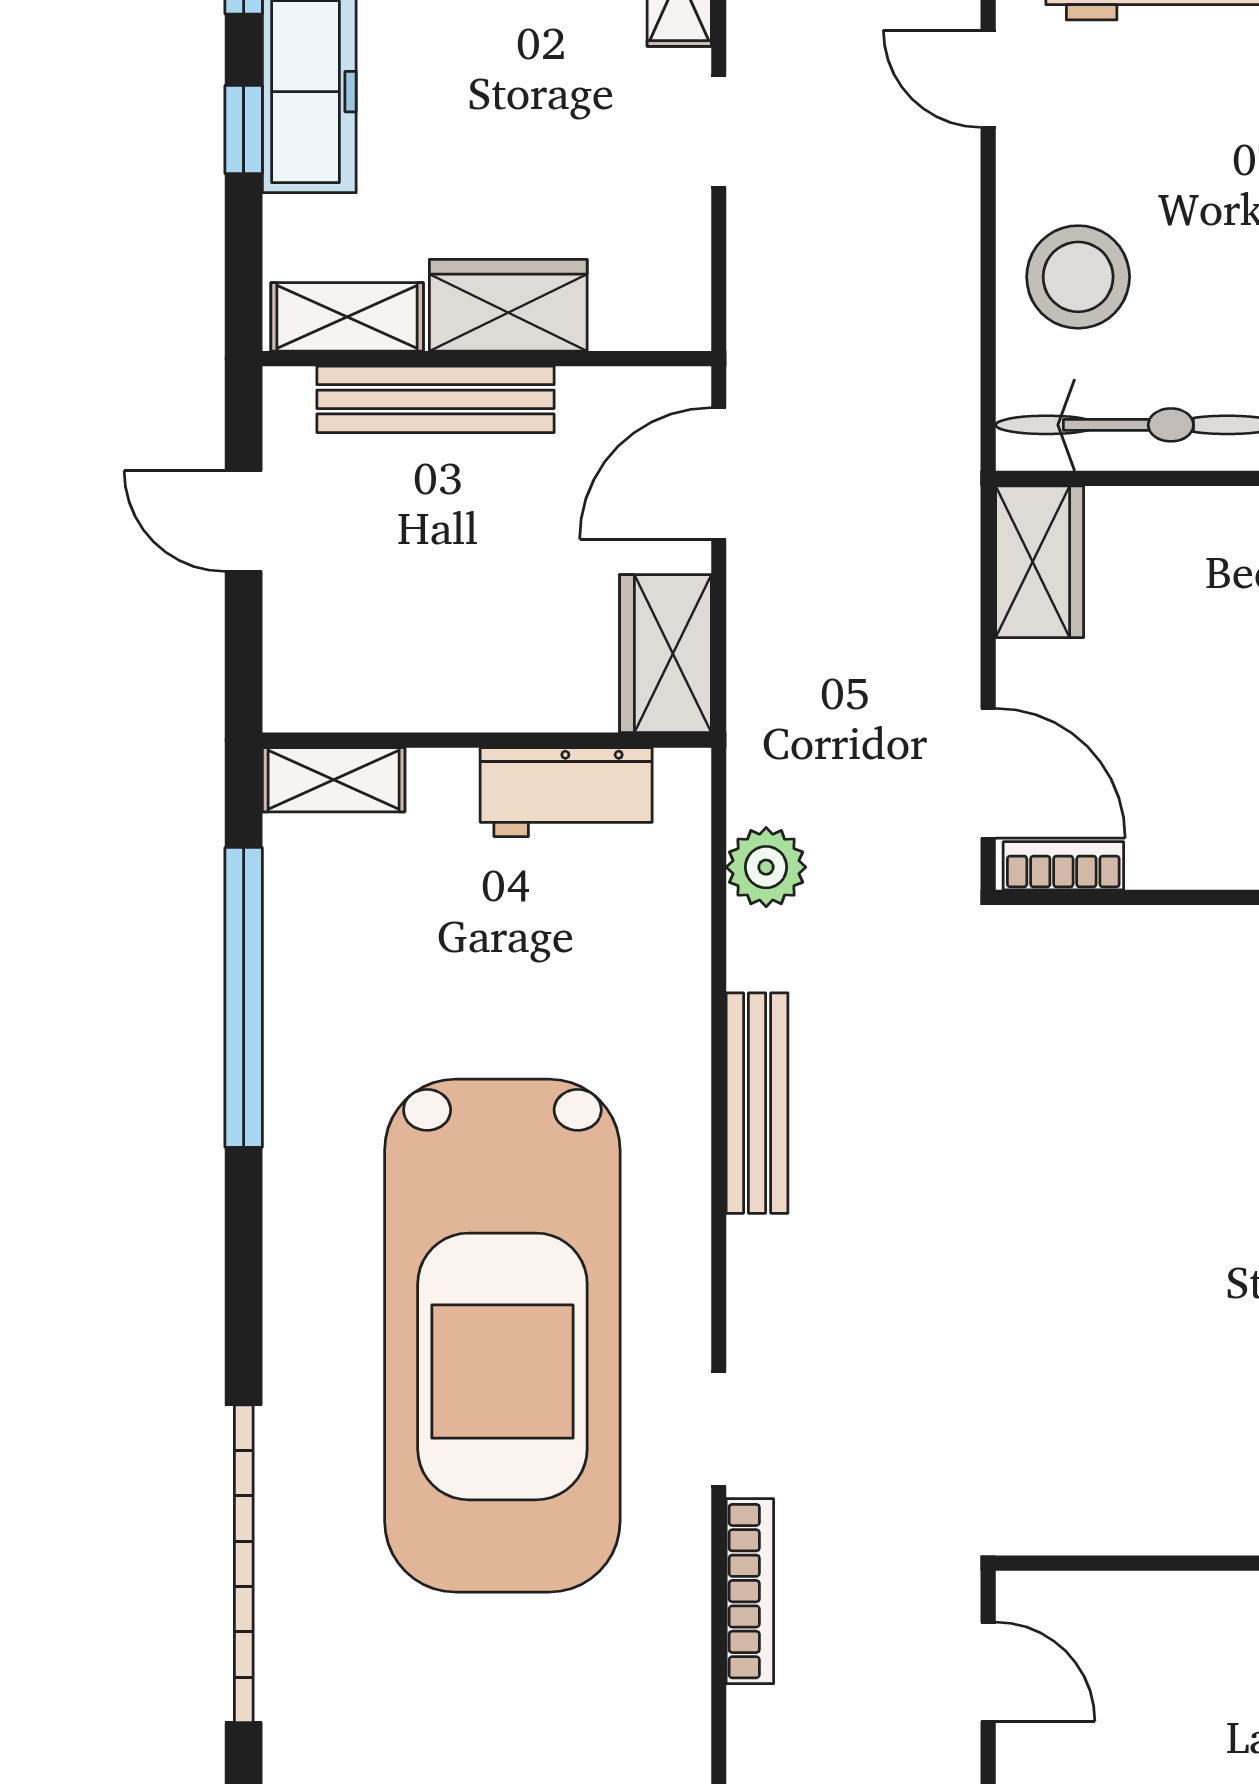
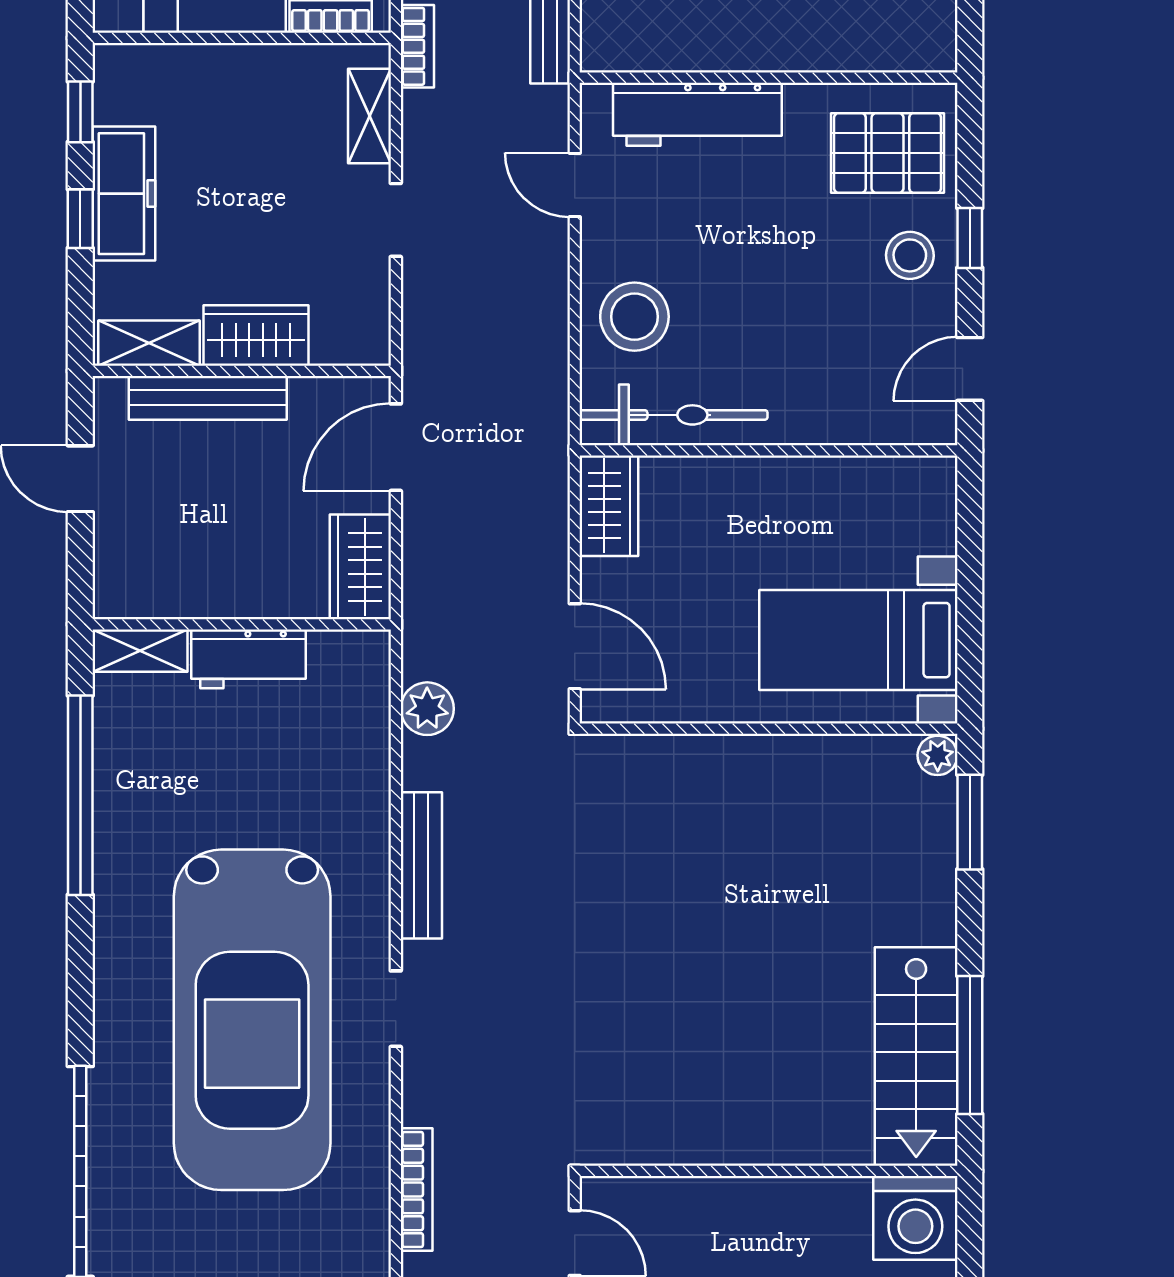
workbench: (566, 792) -> (248, 659), moved
bookcase: (1063, 866) -> (625, 708), removed
doorway: (719, 1429) -> (396, 1009), moved

